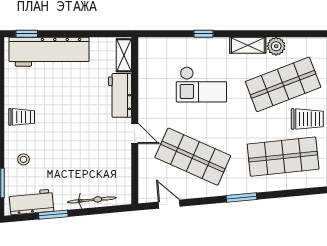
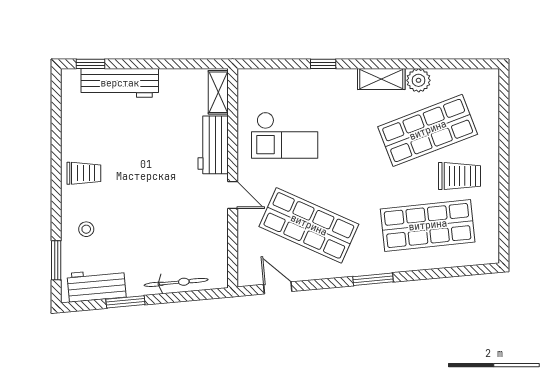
workbench: (49, 52) -> (120, 83), width x0.73, depth x0.76
checkout: (201, 84) -> (285, 135), moved

